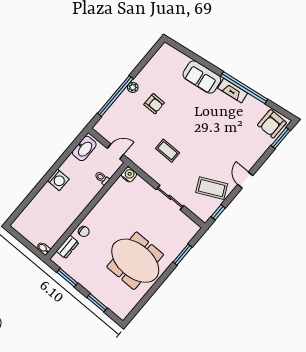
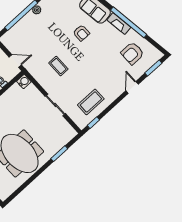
armchair: (154, 104) -> (81, 33), moved
armchair: (272, 124) -> (132, 53), moved
door: (245, 180) -> (132, 87), moved
coffee table: (212, 188) -> (91, 102), turned -64

